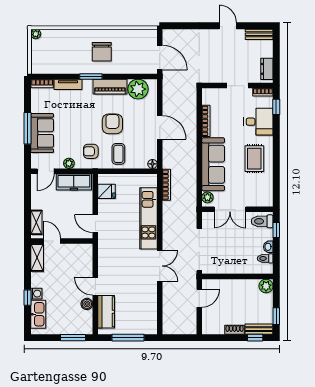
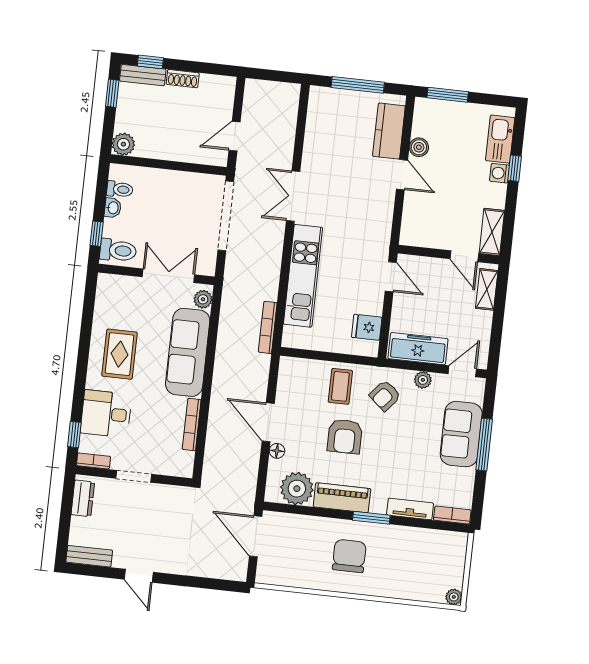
armchair: (91, 151) -> (385, 396), turned 130
floor lamp: (152, 164) -> (277, 451), moved

